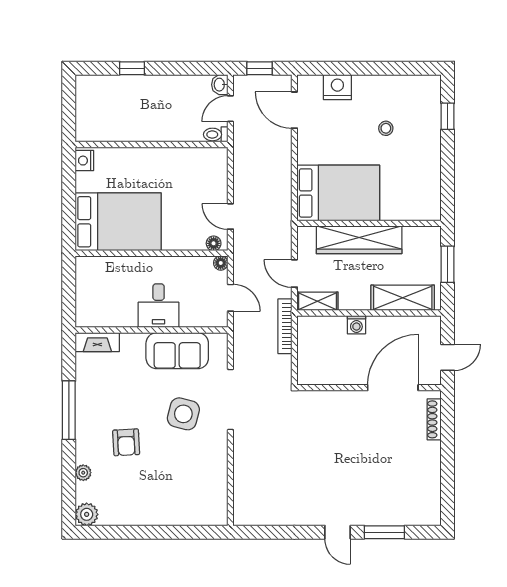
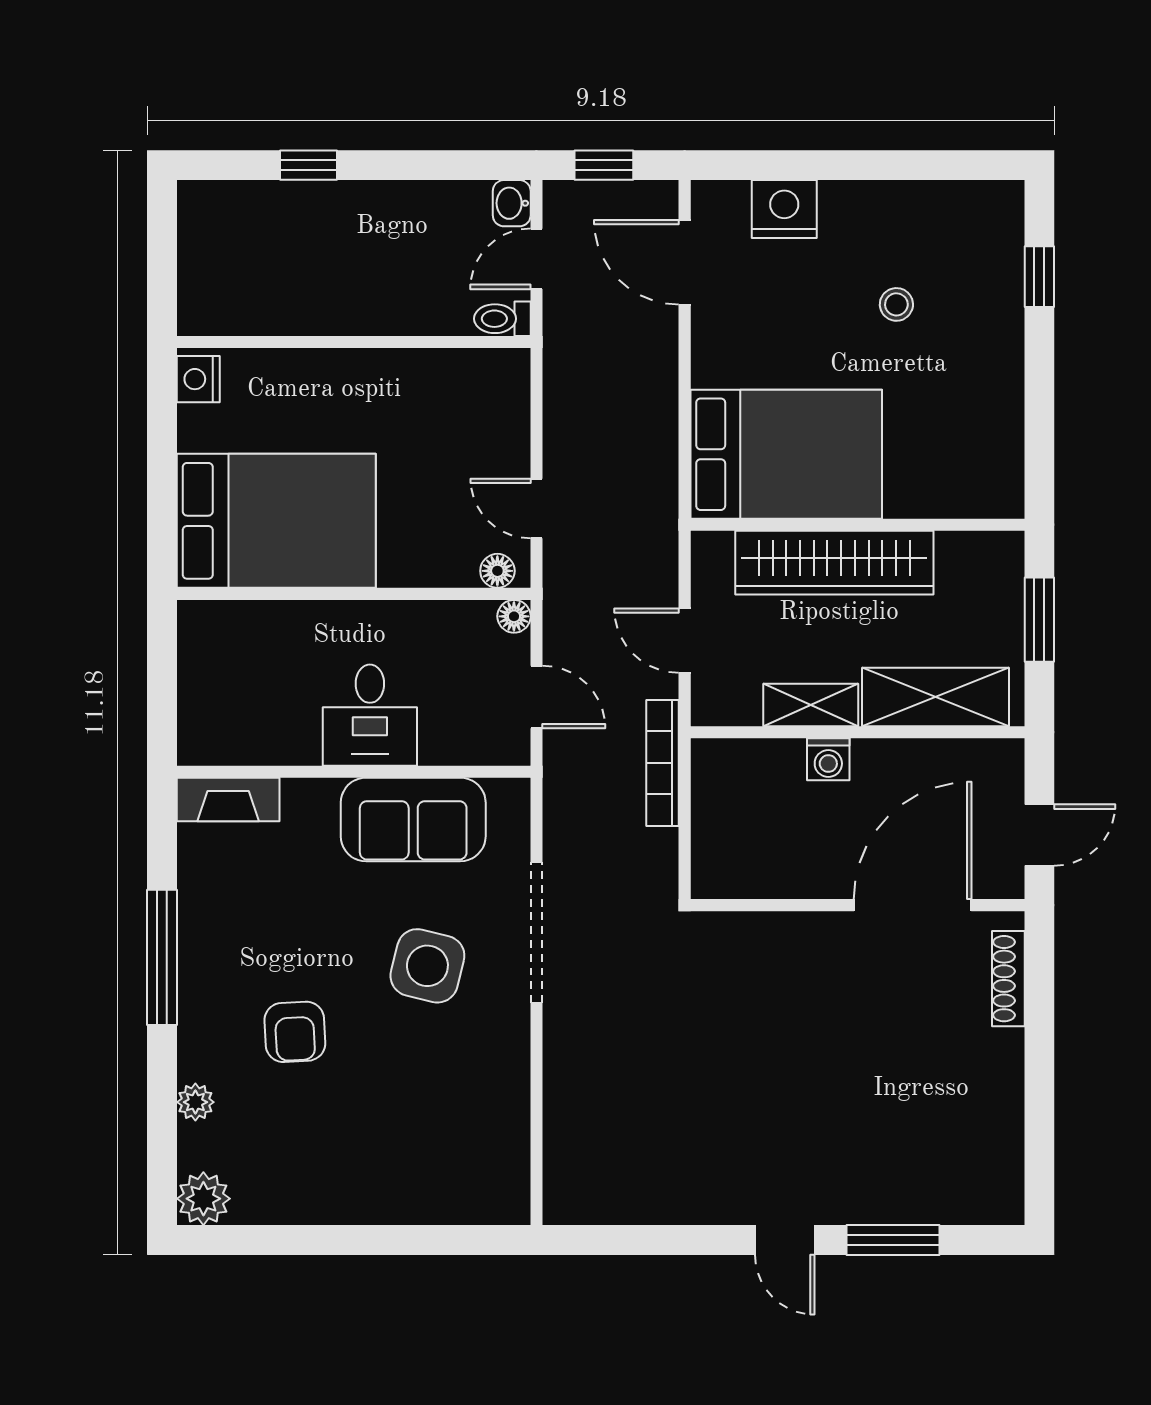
shelving: (317, 301) -> (811, 705), moved

